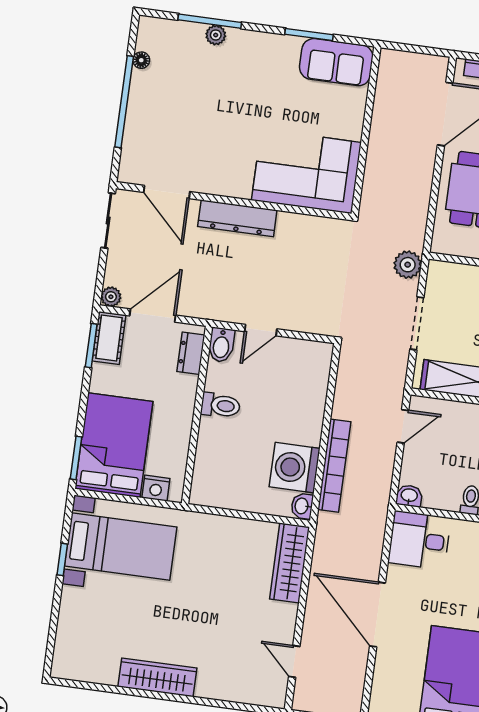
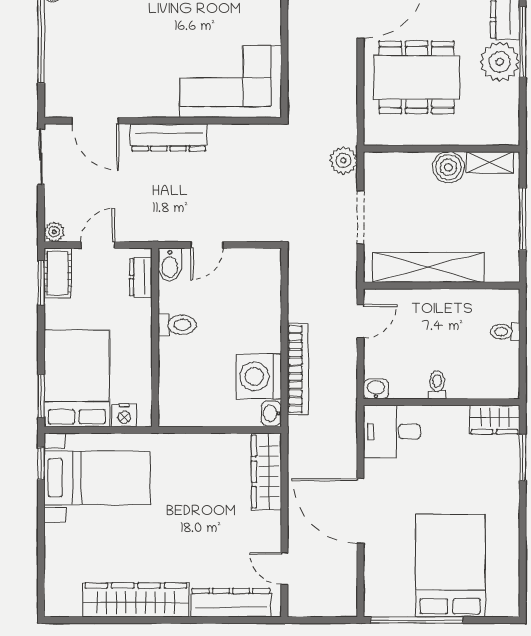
door: (153, 316) -> (98, 245), width x0.73
window: (62, 559) -> (41, 464), moved
wardrobe: (157, 677) -> (136, 600), width x1.40, depth x1.17
dresser: (237, 688) -> (231, 603), added

